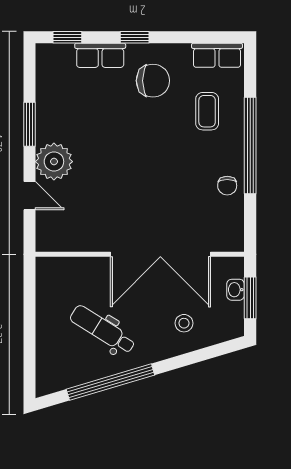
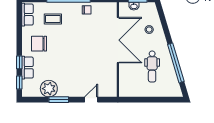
window: (135, 37) -> (19, 62), moved
chair: (153, 81) -> (39, 44), turned -90
plant: (54, 162) -> (49, 89), moved
dental chair: (103, 330) -> (152, 66), turned -32

